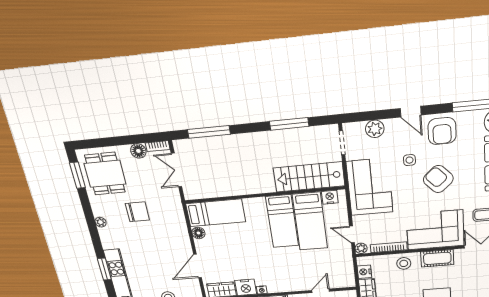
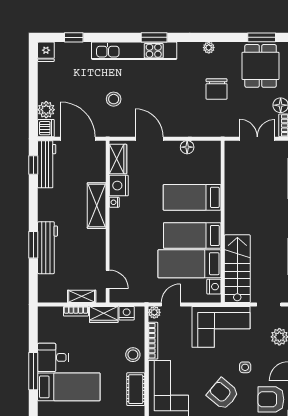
dining table: (105, 174) -> (261, 66), turned 90
armchair: (438, 179) -> (223, 394), turned -97
bed: (216, 213) -> (192, 197), moved, turned 90
door: (321, 291) -> (108, 279), moved

